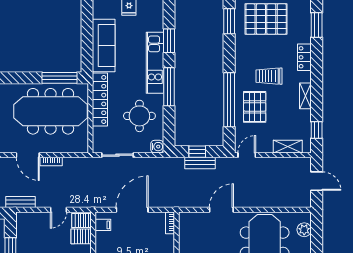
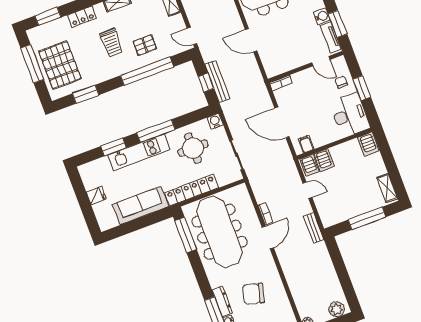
window: (229, 21) -> (86, 94), moved
pallet: (255, 107) -> (145, 45), width x0.67, depth x0.71
bench: (200, 163) -> (217, 81), width x1.36

